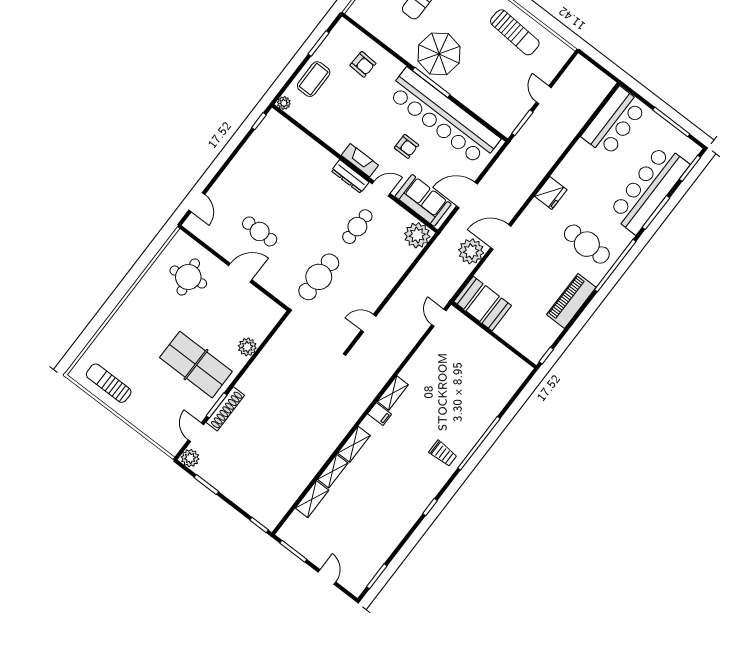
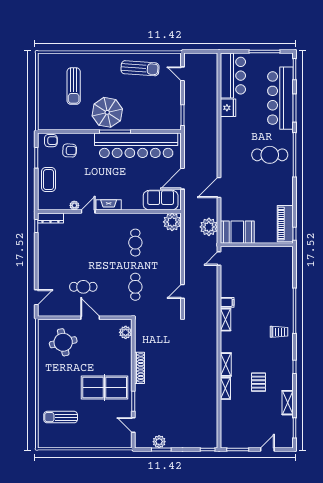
door: (544, 95) -> (183, 74), moved
plant: (284, 103) -> (74, 205), moved
armchair: (406, 146) -> (51, 141), moved
dresser: (350, 176) -> (50, 218), moved
door: (381, 189) -> (88, 212), moved
fridge: (551, 193) -> (228, 108), moved
door: (197, 202) -> (36, 297), hinge flipped
plant: (471, 251) -> (209, 227), moved
door: (240, 273) -> (90, 318), hinge flipped
cafe table: (319, 277) -> (135, 287), width x0.73, depth x0.74
piano: (571, 301) -> (285, 224), moved
door: (439, 318) -> (219, 258), hinge flipped
plant: (247, 347) -> (126, 332), moved
sun lounger: (109, 383) -> (61, 417), moved
shoe rack: (225, 409) -> (140, 368), moved
filing cabinet: (380, 414) -> (227, 302), moved
plant: (190, 458) -> (159, 442), moved
pallet: (376, 493) -> (258, 382), added
shelving: (312, 499) -> (288, 403), moved
door: (327, 577) -> (267, 449), hinge flipped

